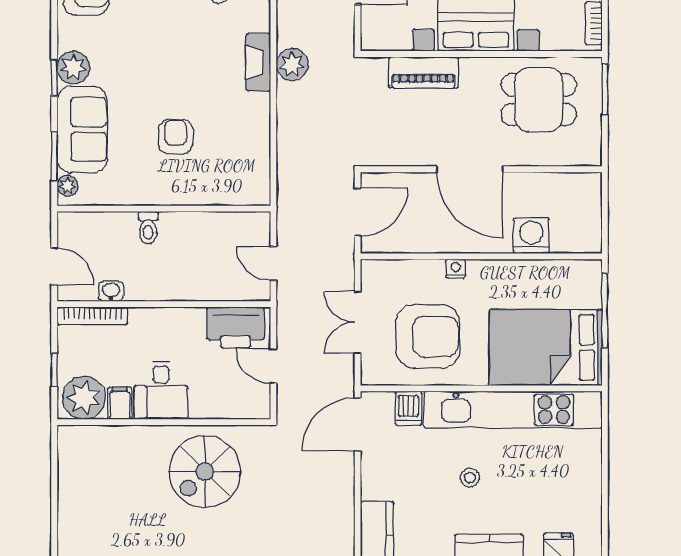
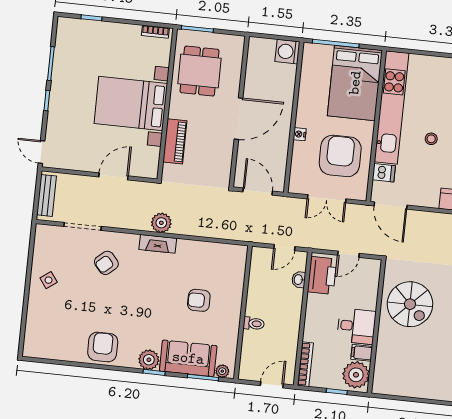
washing machine: (531, 236) -> (287, 52), moved
washbasin: (111, 291) -> (299, 280), moved

